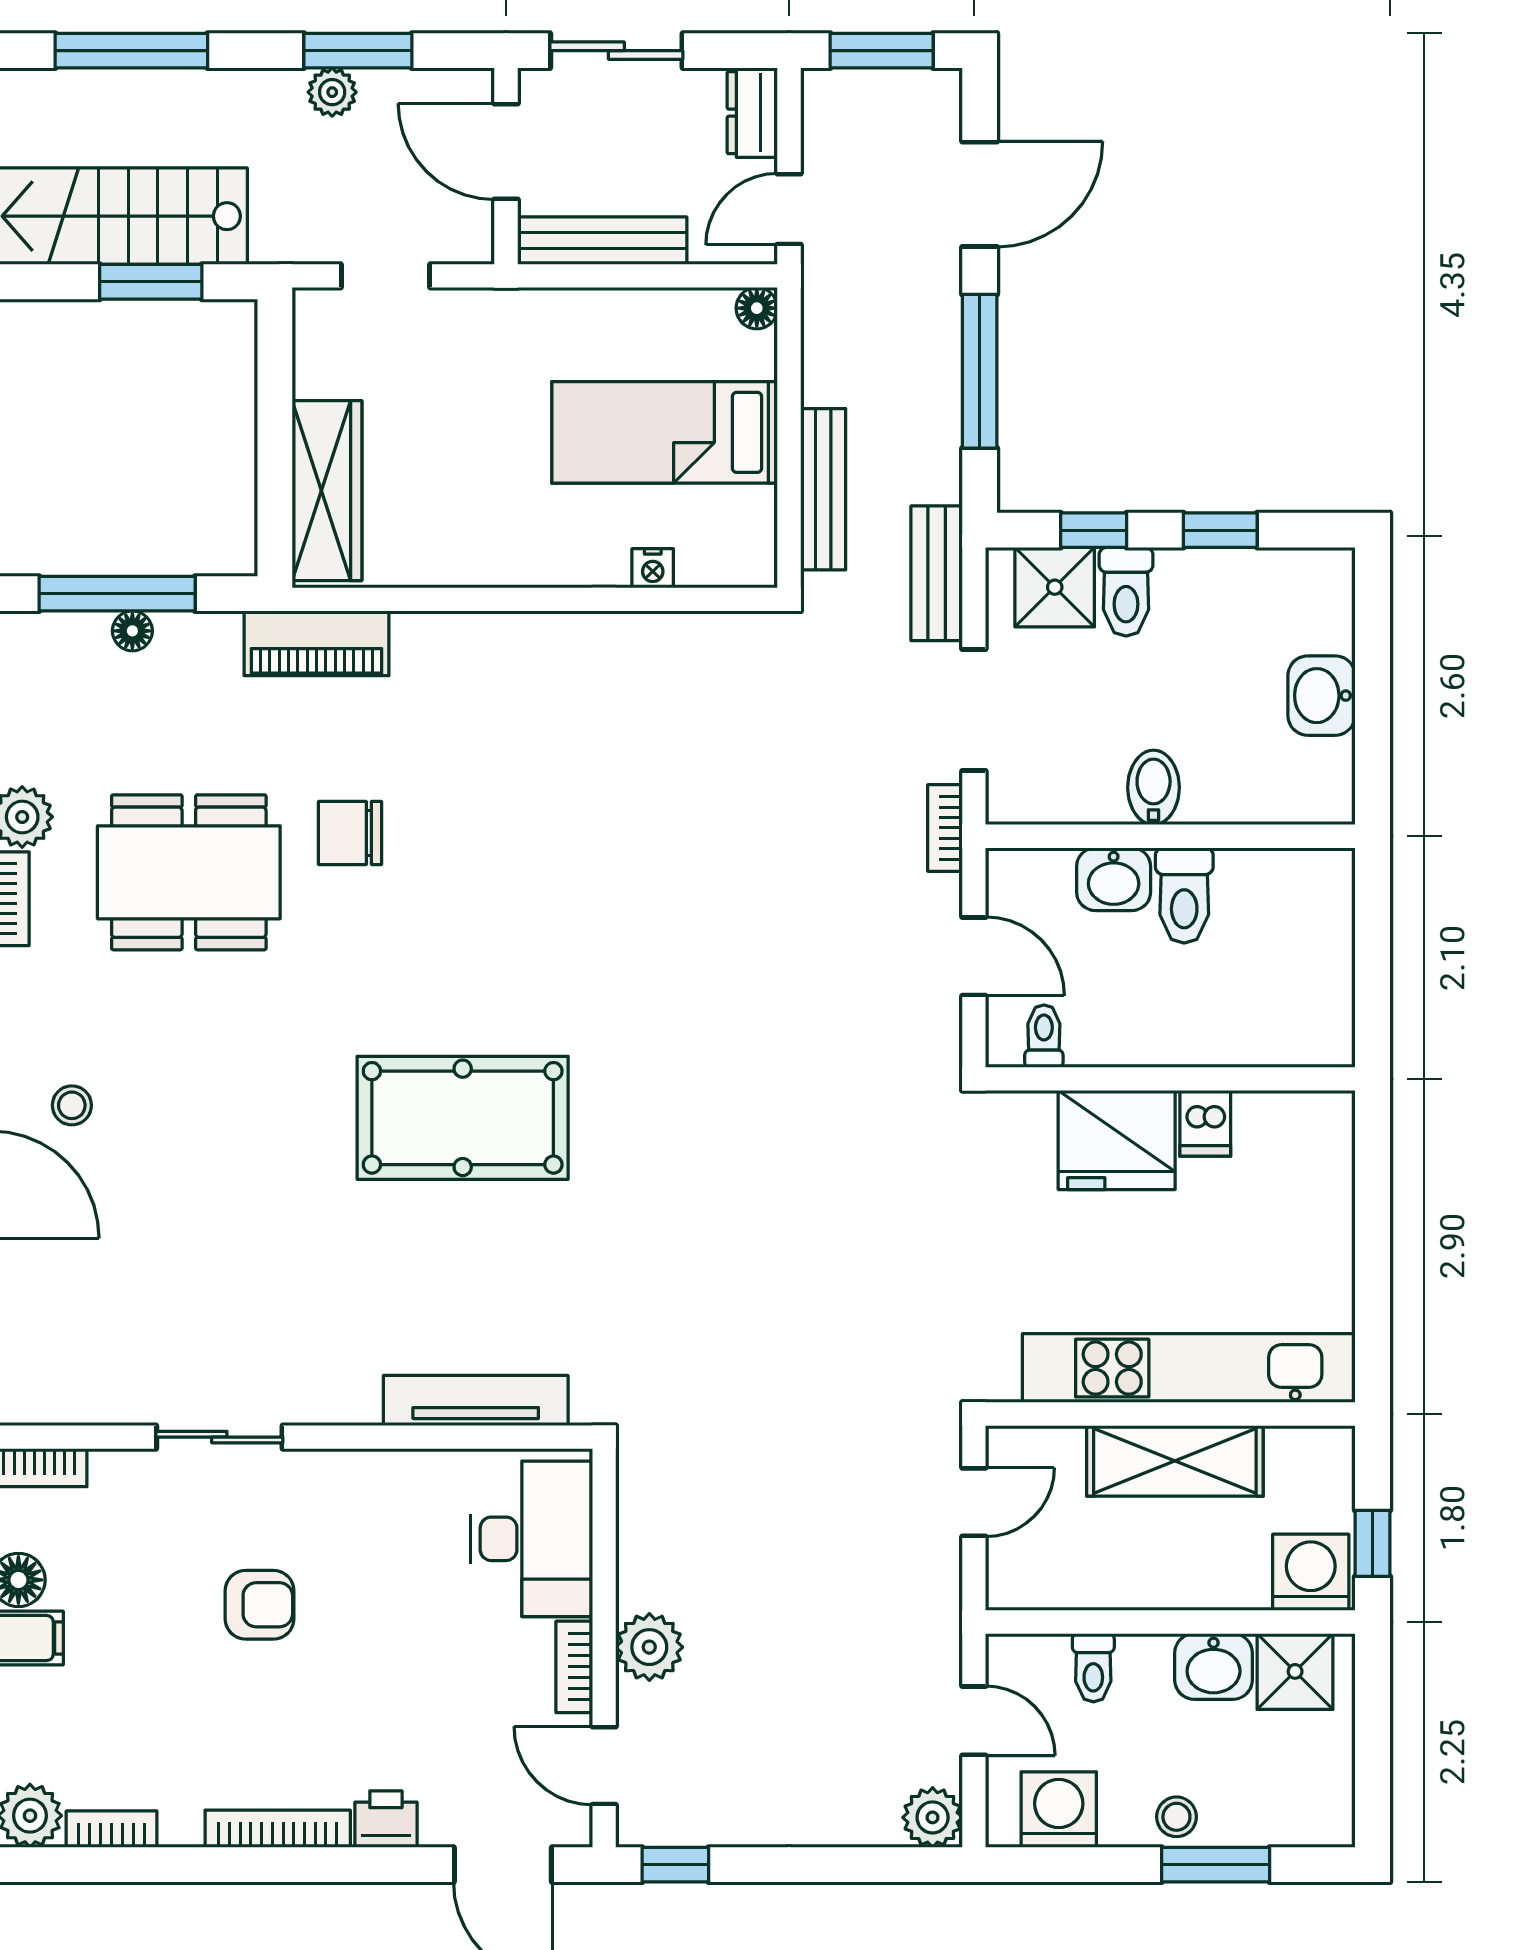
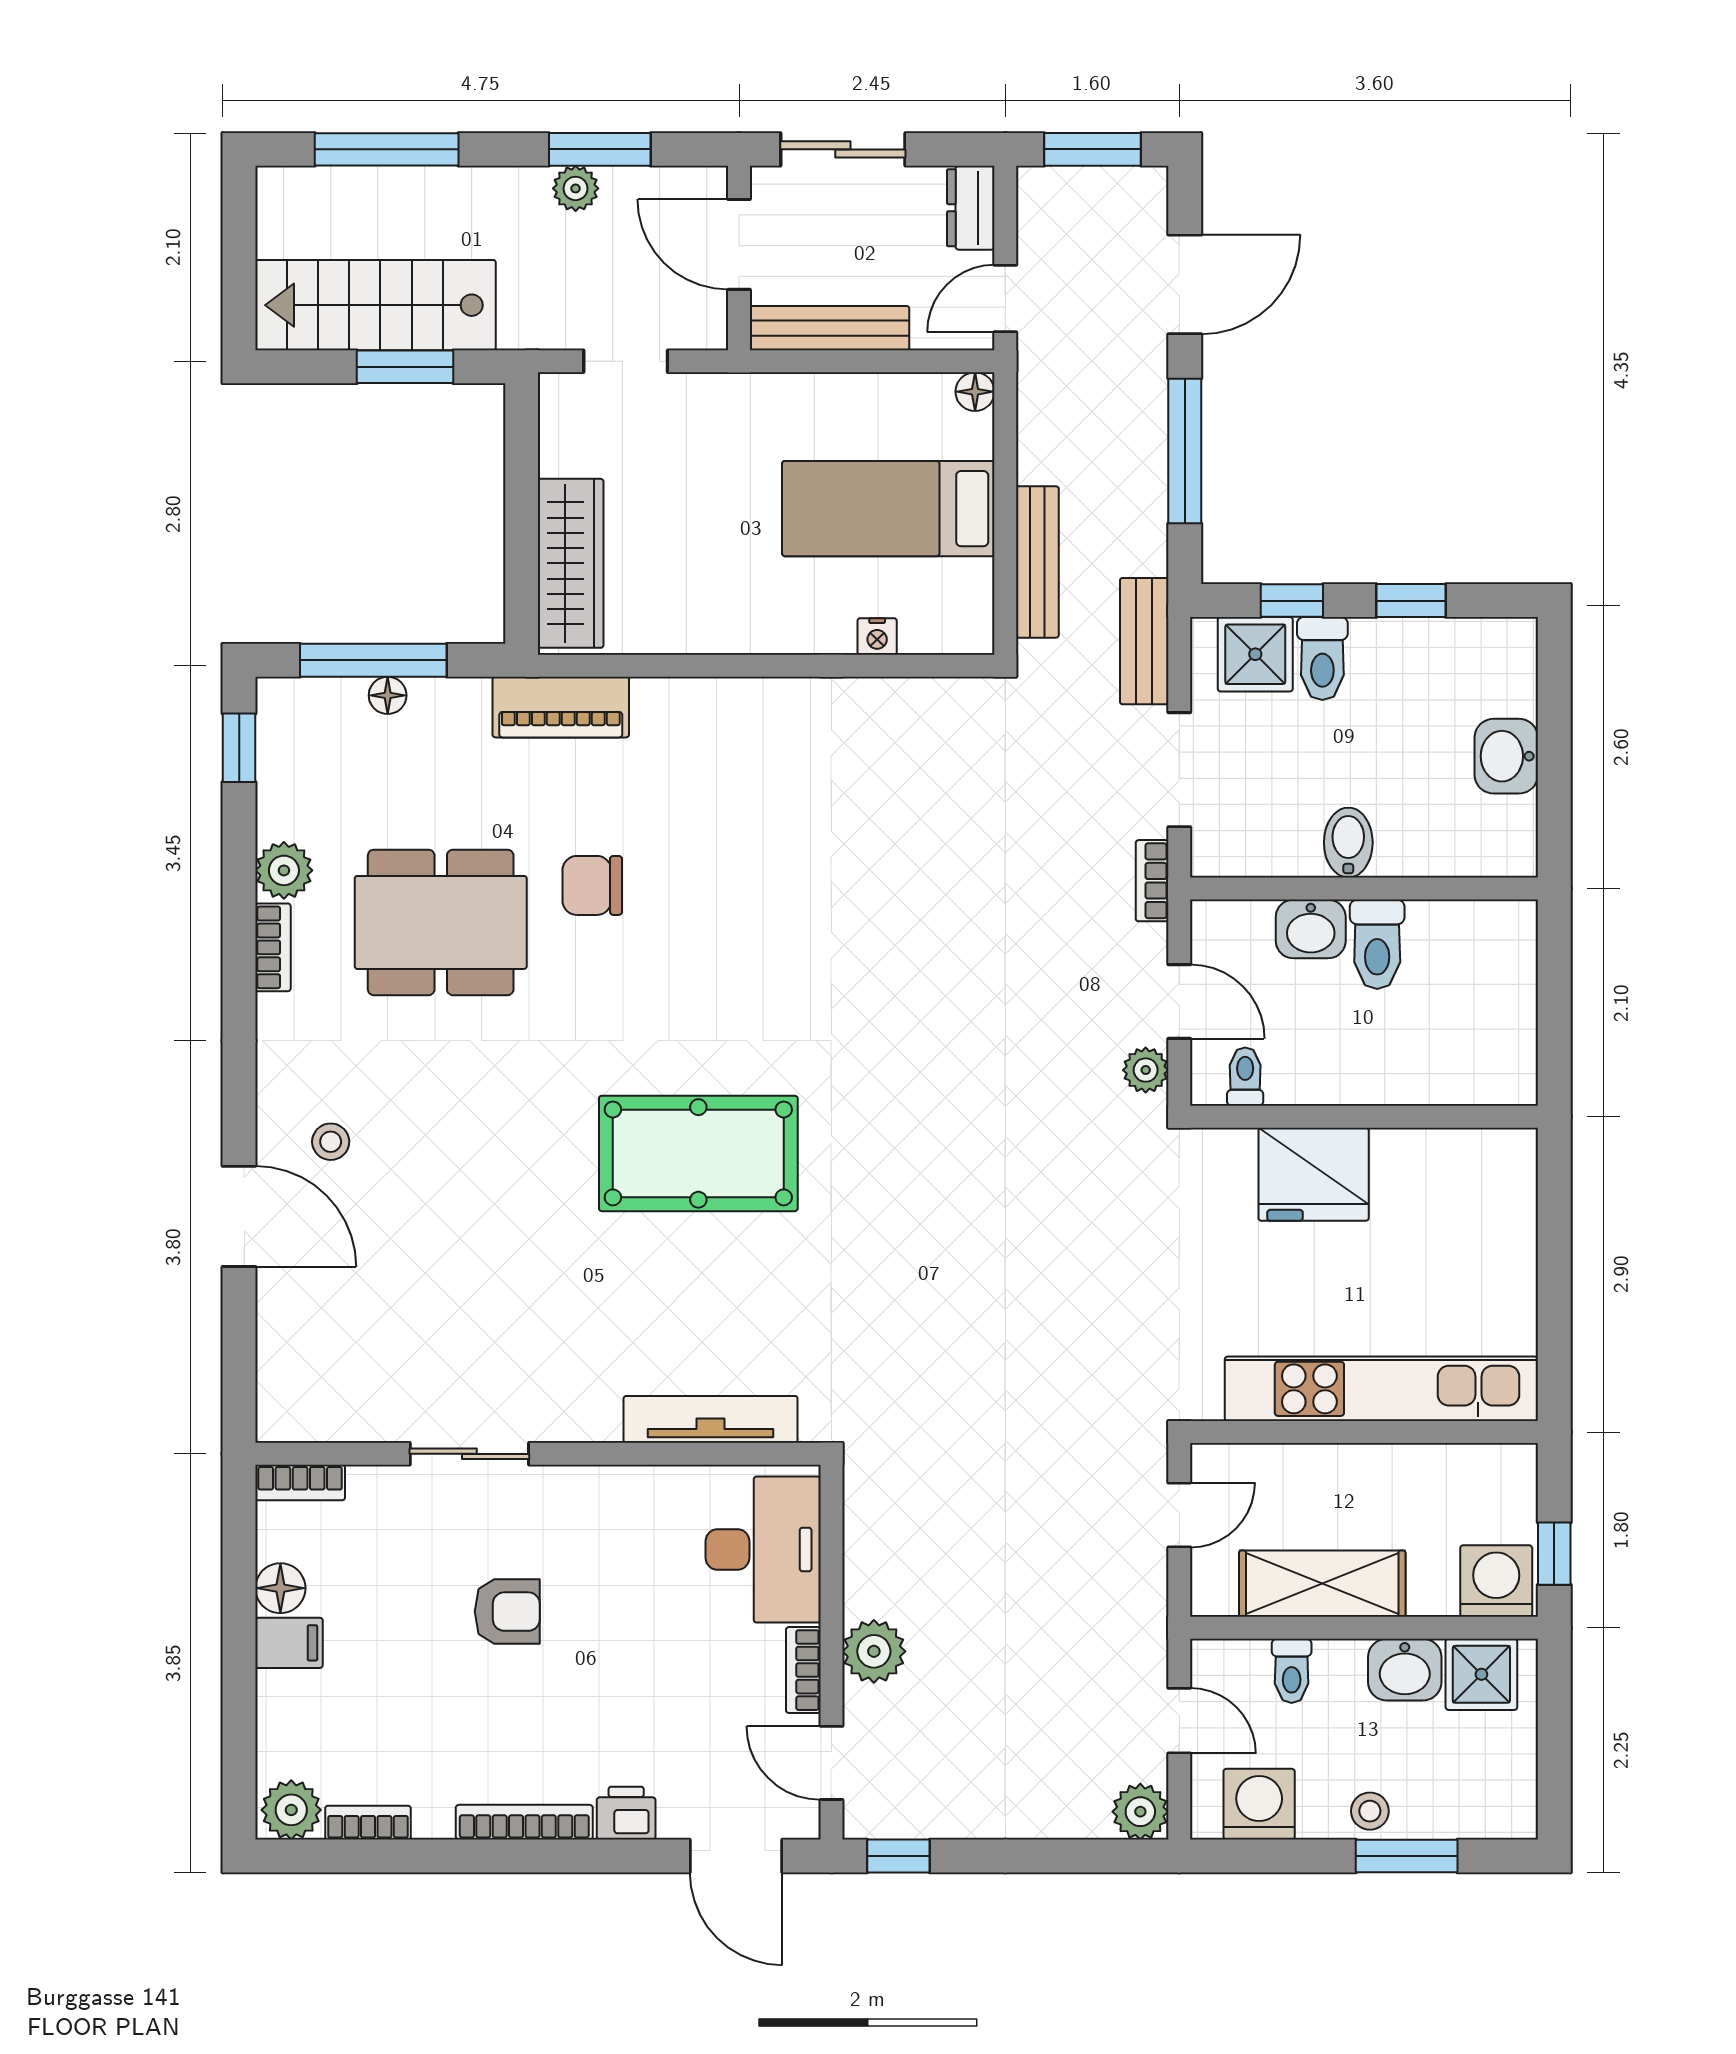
plant: (938, 1029) -> (1146, 1070), added
dishwasher: (1205, 1123) -> (1397, 1159), removed
shelving: (1175, 1461) -> (1322, 1584), moved

